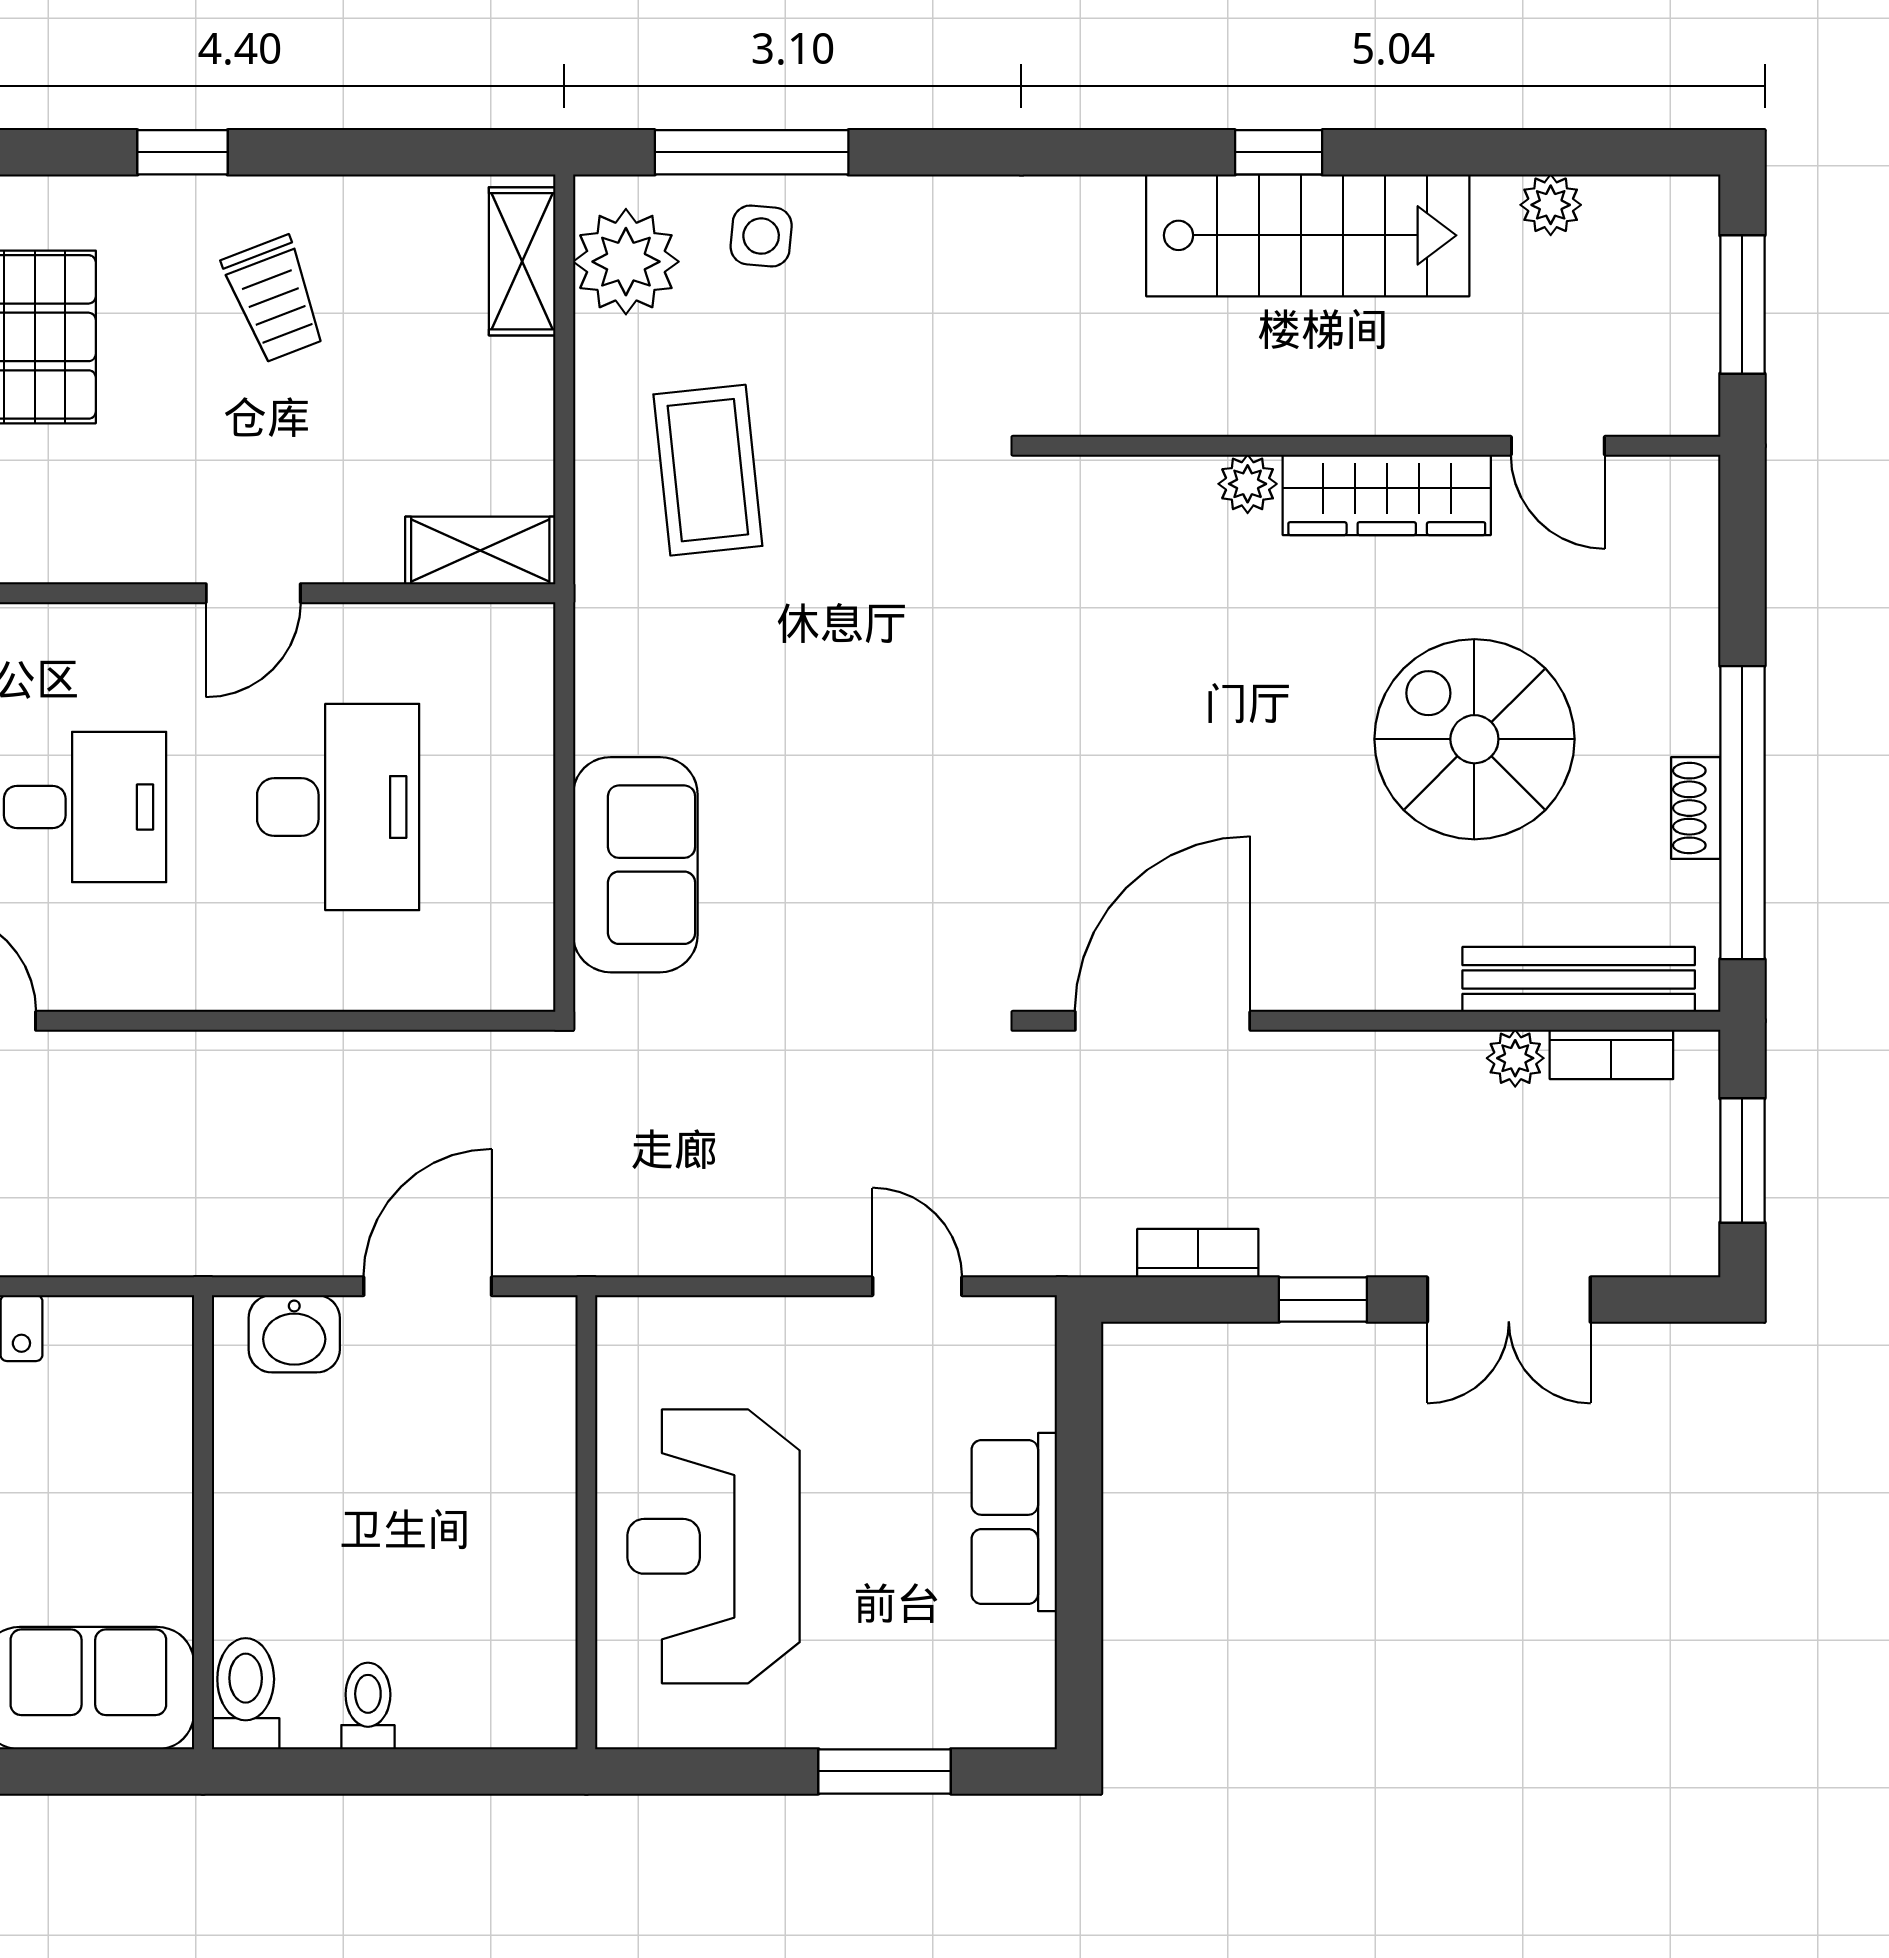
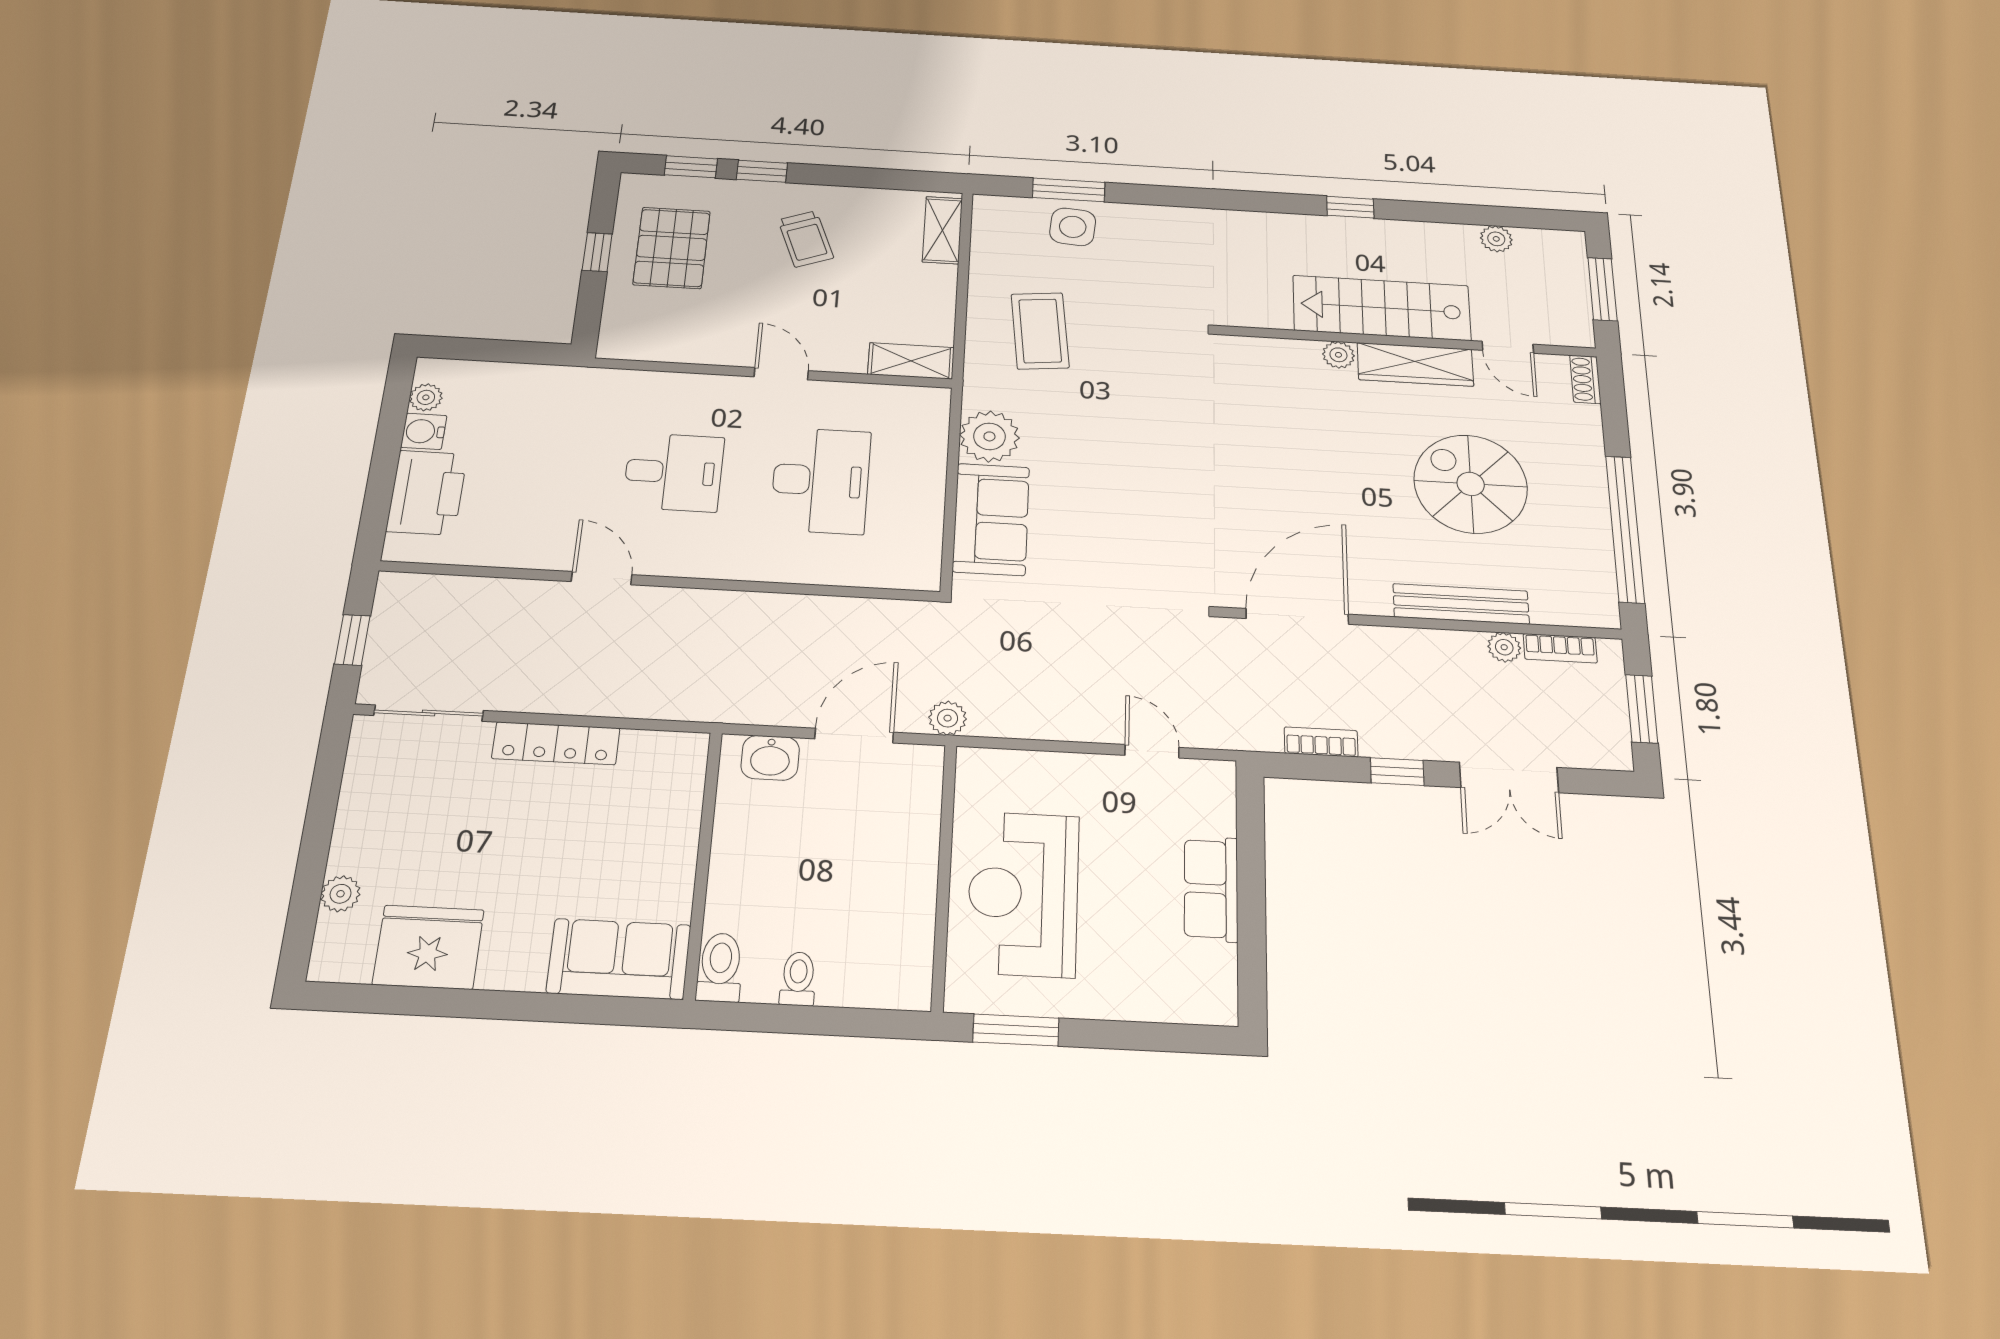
window: (51, 152) -> (691, 167), added
window: (752, 152) -> (1069, 190), width x0.69
stairs: (1308, 235) -> (1382, 308), moved, turned 180
side table: (761, 236) -> (1073, 227), width x1.37, depth x1.37
plant: (626, 262) -> (989, 436), moved
door: (253, 593) -> (781, 374), swing flipped
shoe rack: (1696, 808) -> (1585, 379), moved
bench: (1579, 979) -> (1461, 604), moved
plant: (579, 1246) -> (948, 718), added
window: (885, 1771) -> (1016, 1030), moved

